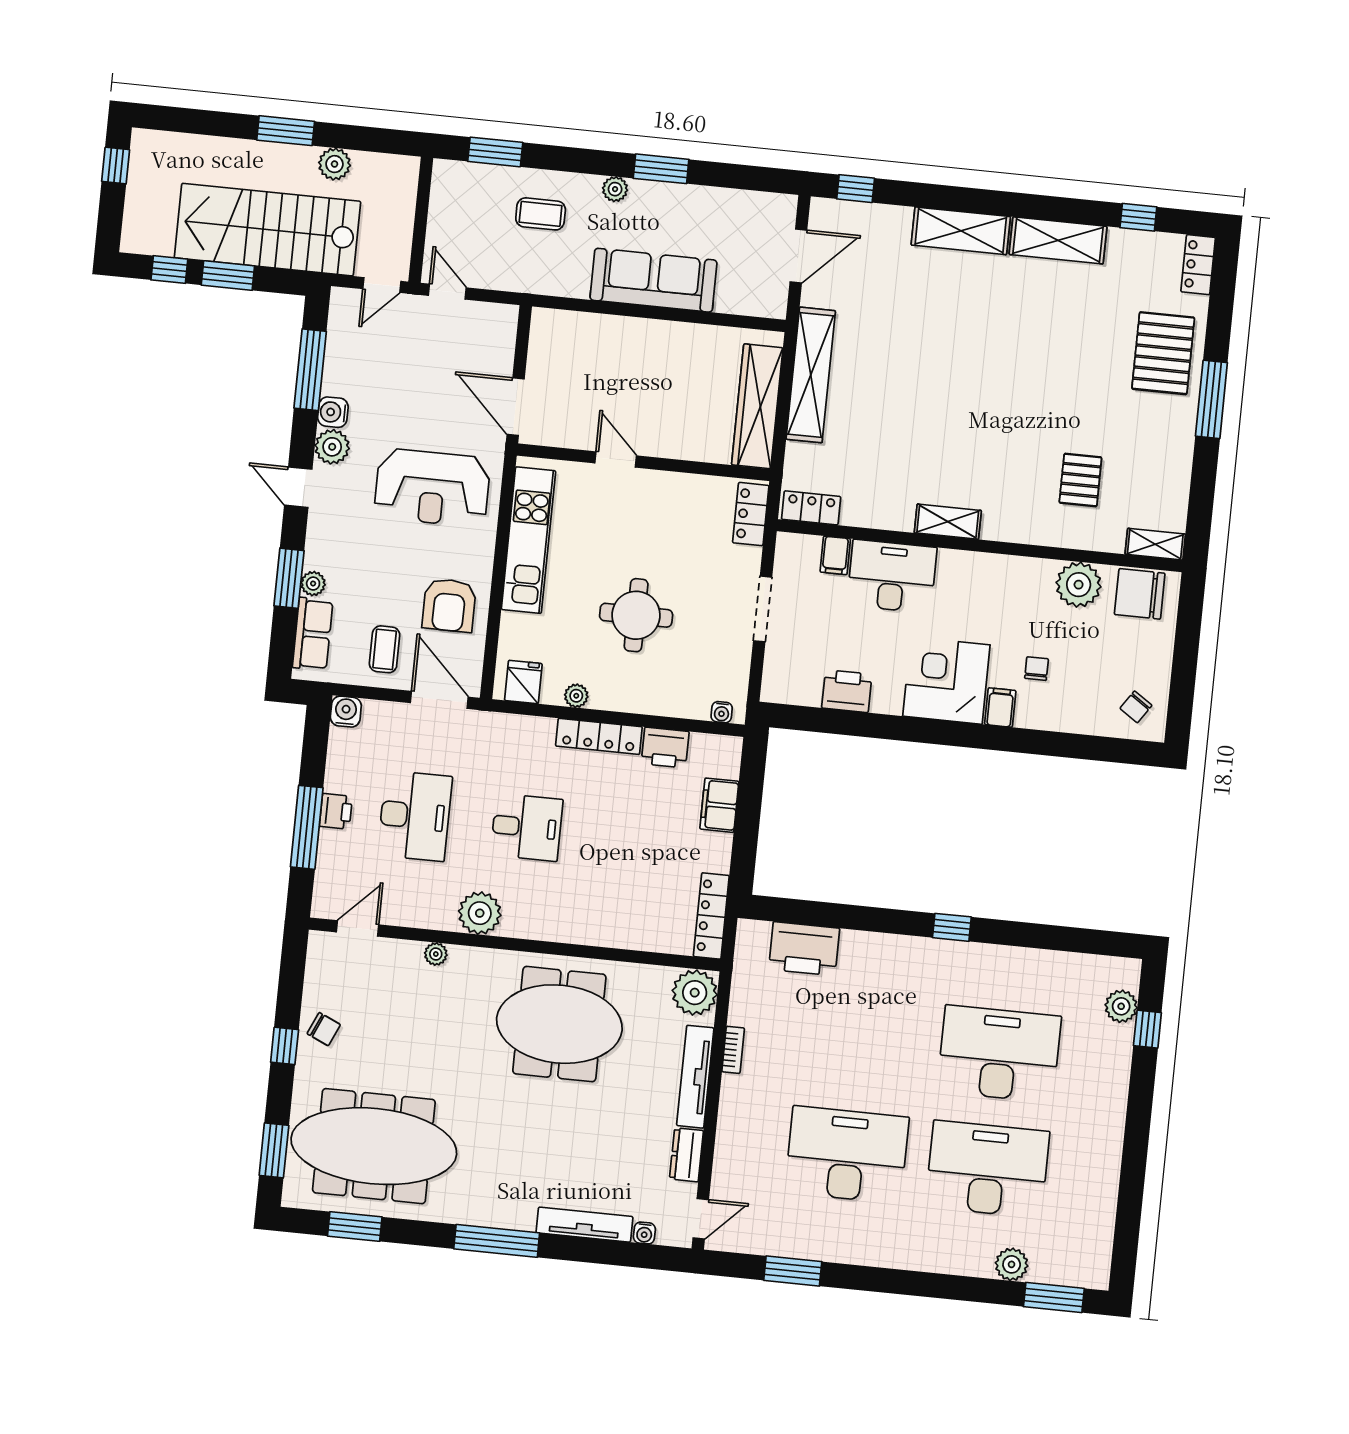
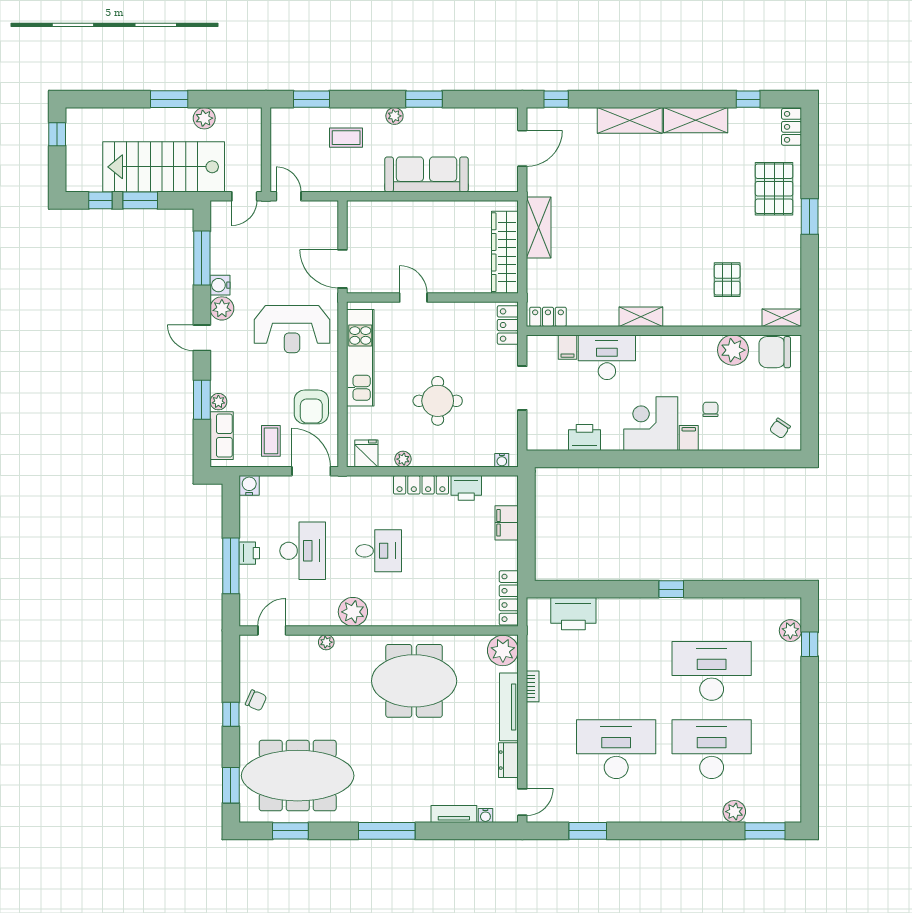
shelving: (811, 375) -> (539, 227), width x0.68
window: (1211, 399) -> (810, 217), width x0.69
tv unit: (584, 1225) -> (454, 814), width x0.71

